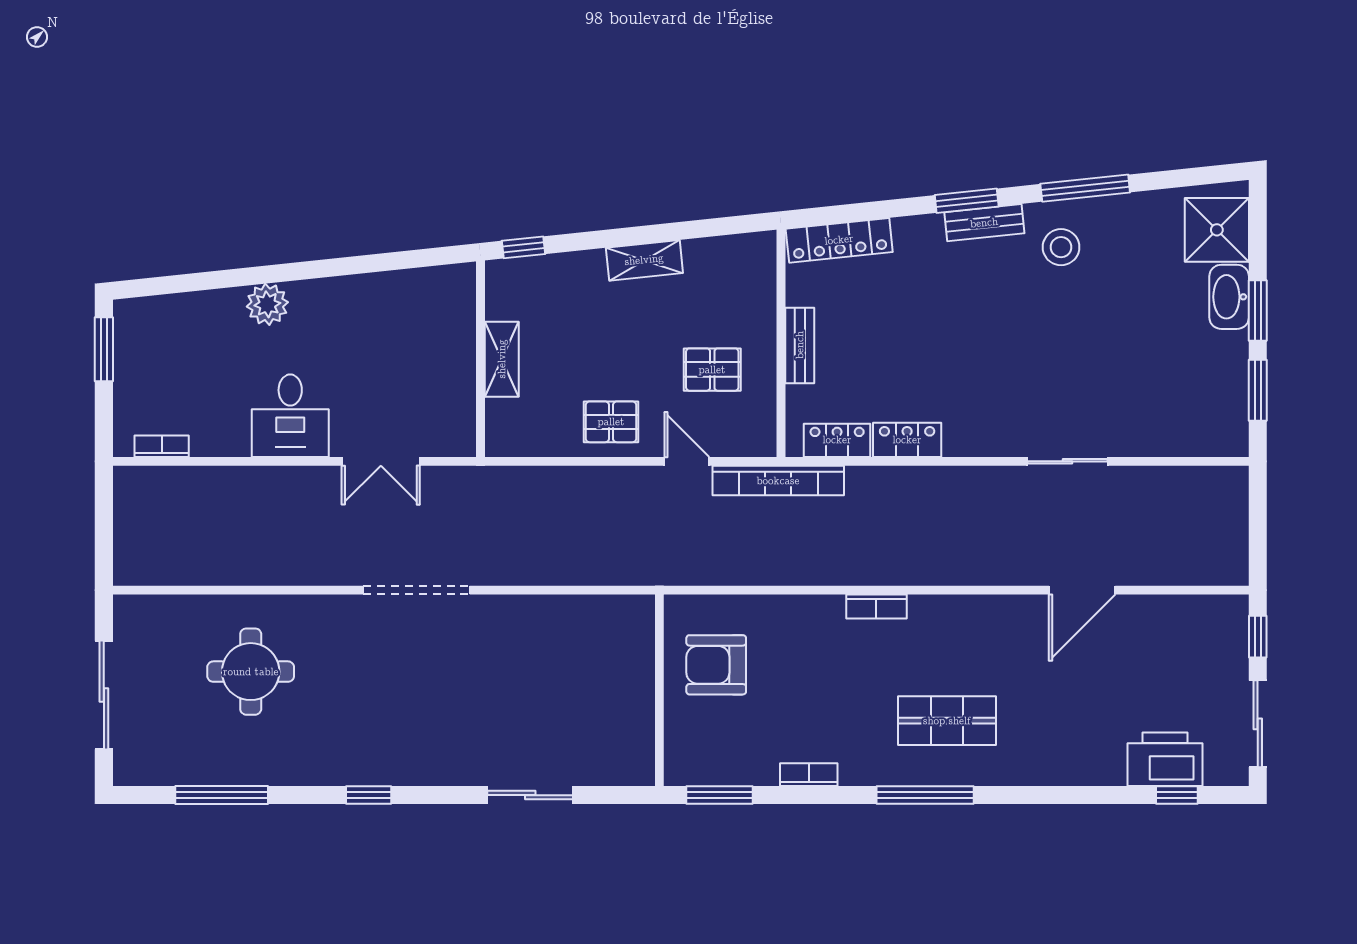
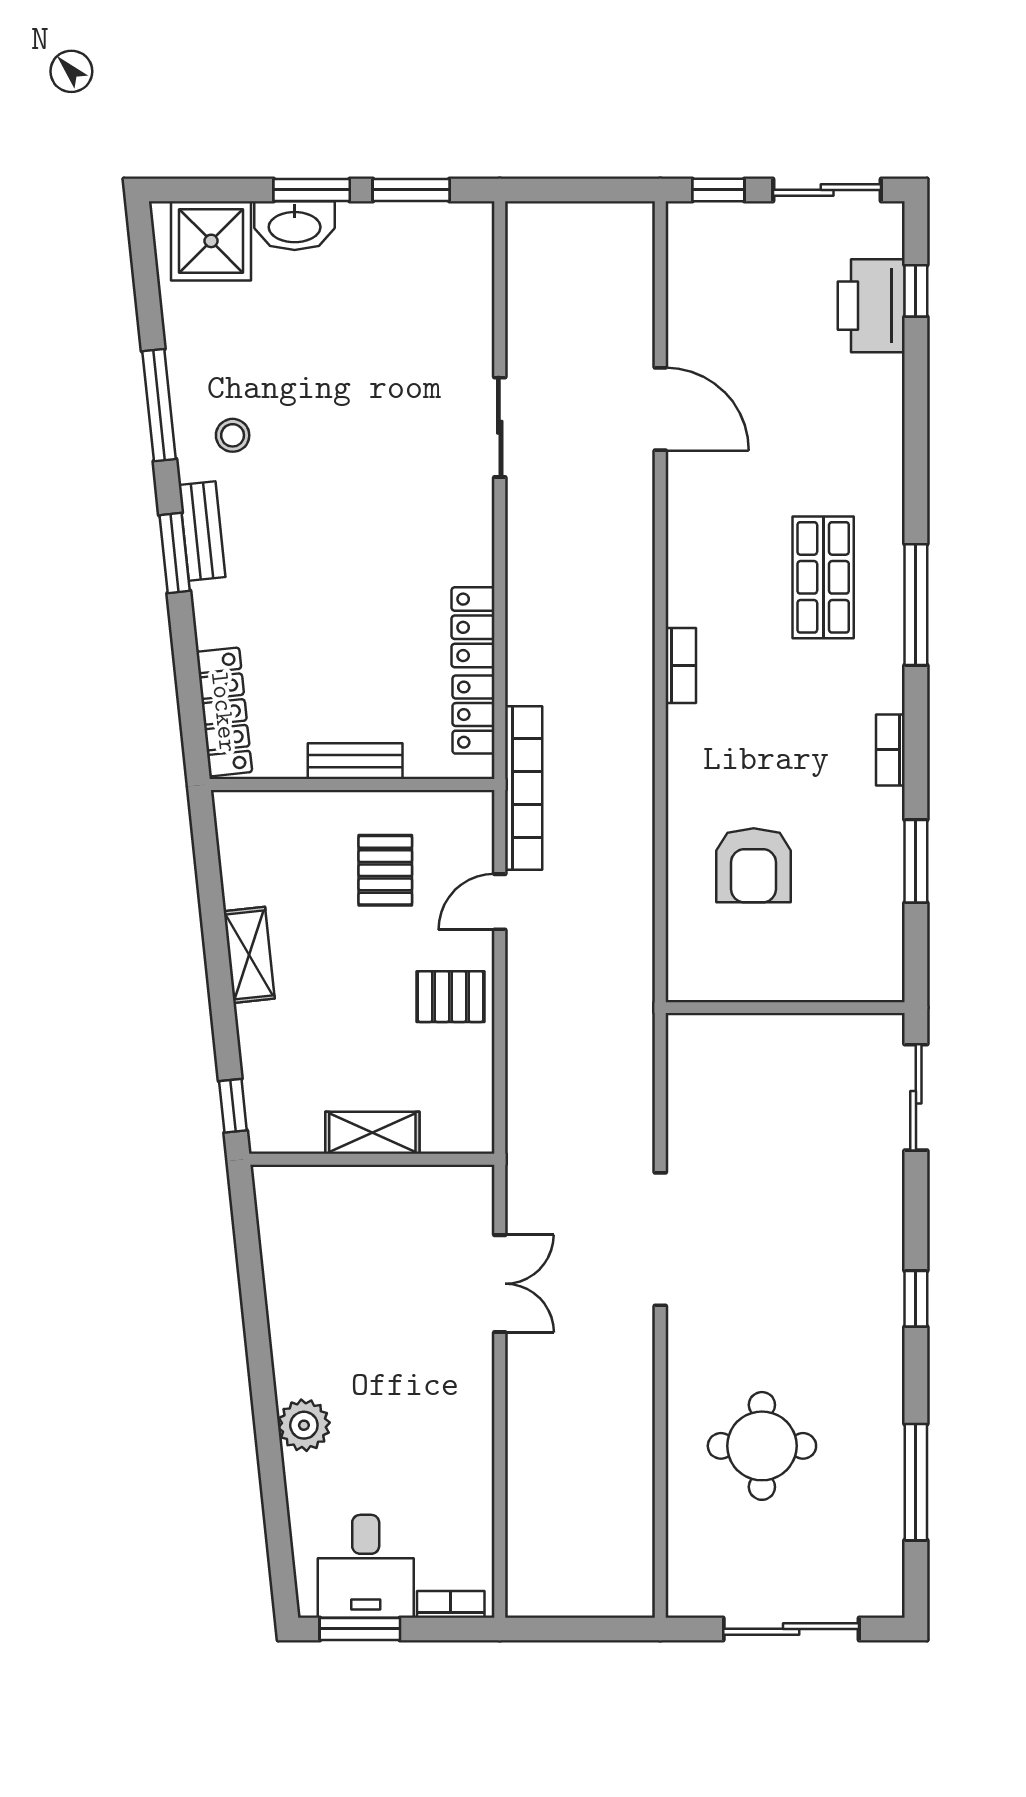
stool: (1061, 247) -> (233, 435), width x0.73, depth x0.73
desk: (290, 416) -> (366, 1566), moved, turned 90
pallet: (611, 422) -> (450, 997), turned 90
bookcase: (162, 446) -> (451, 1604), moved, turned 90
wall: (659, 690) -> (785, 1008), moved

